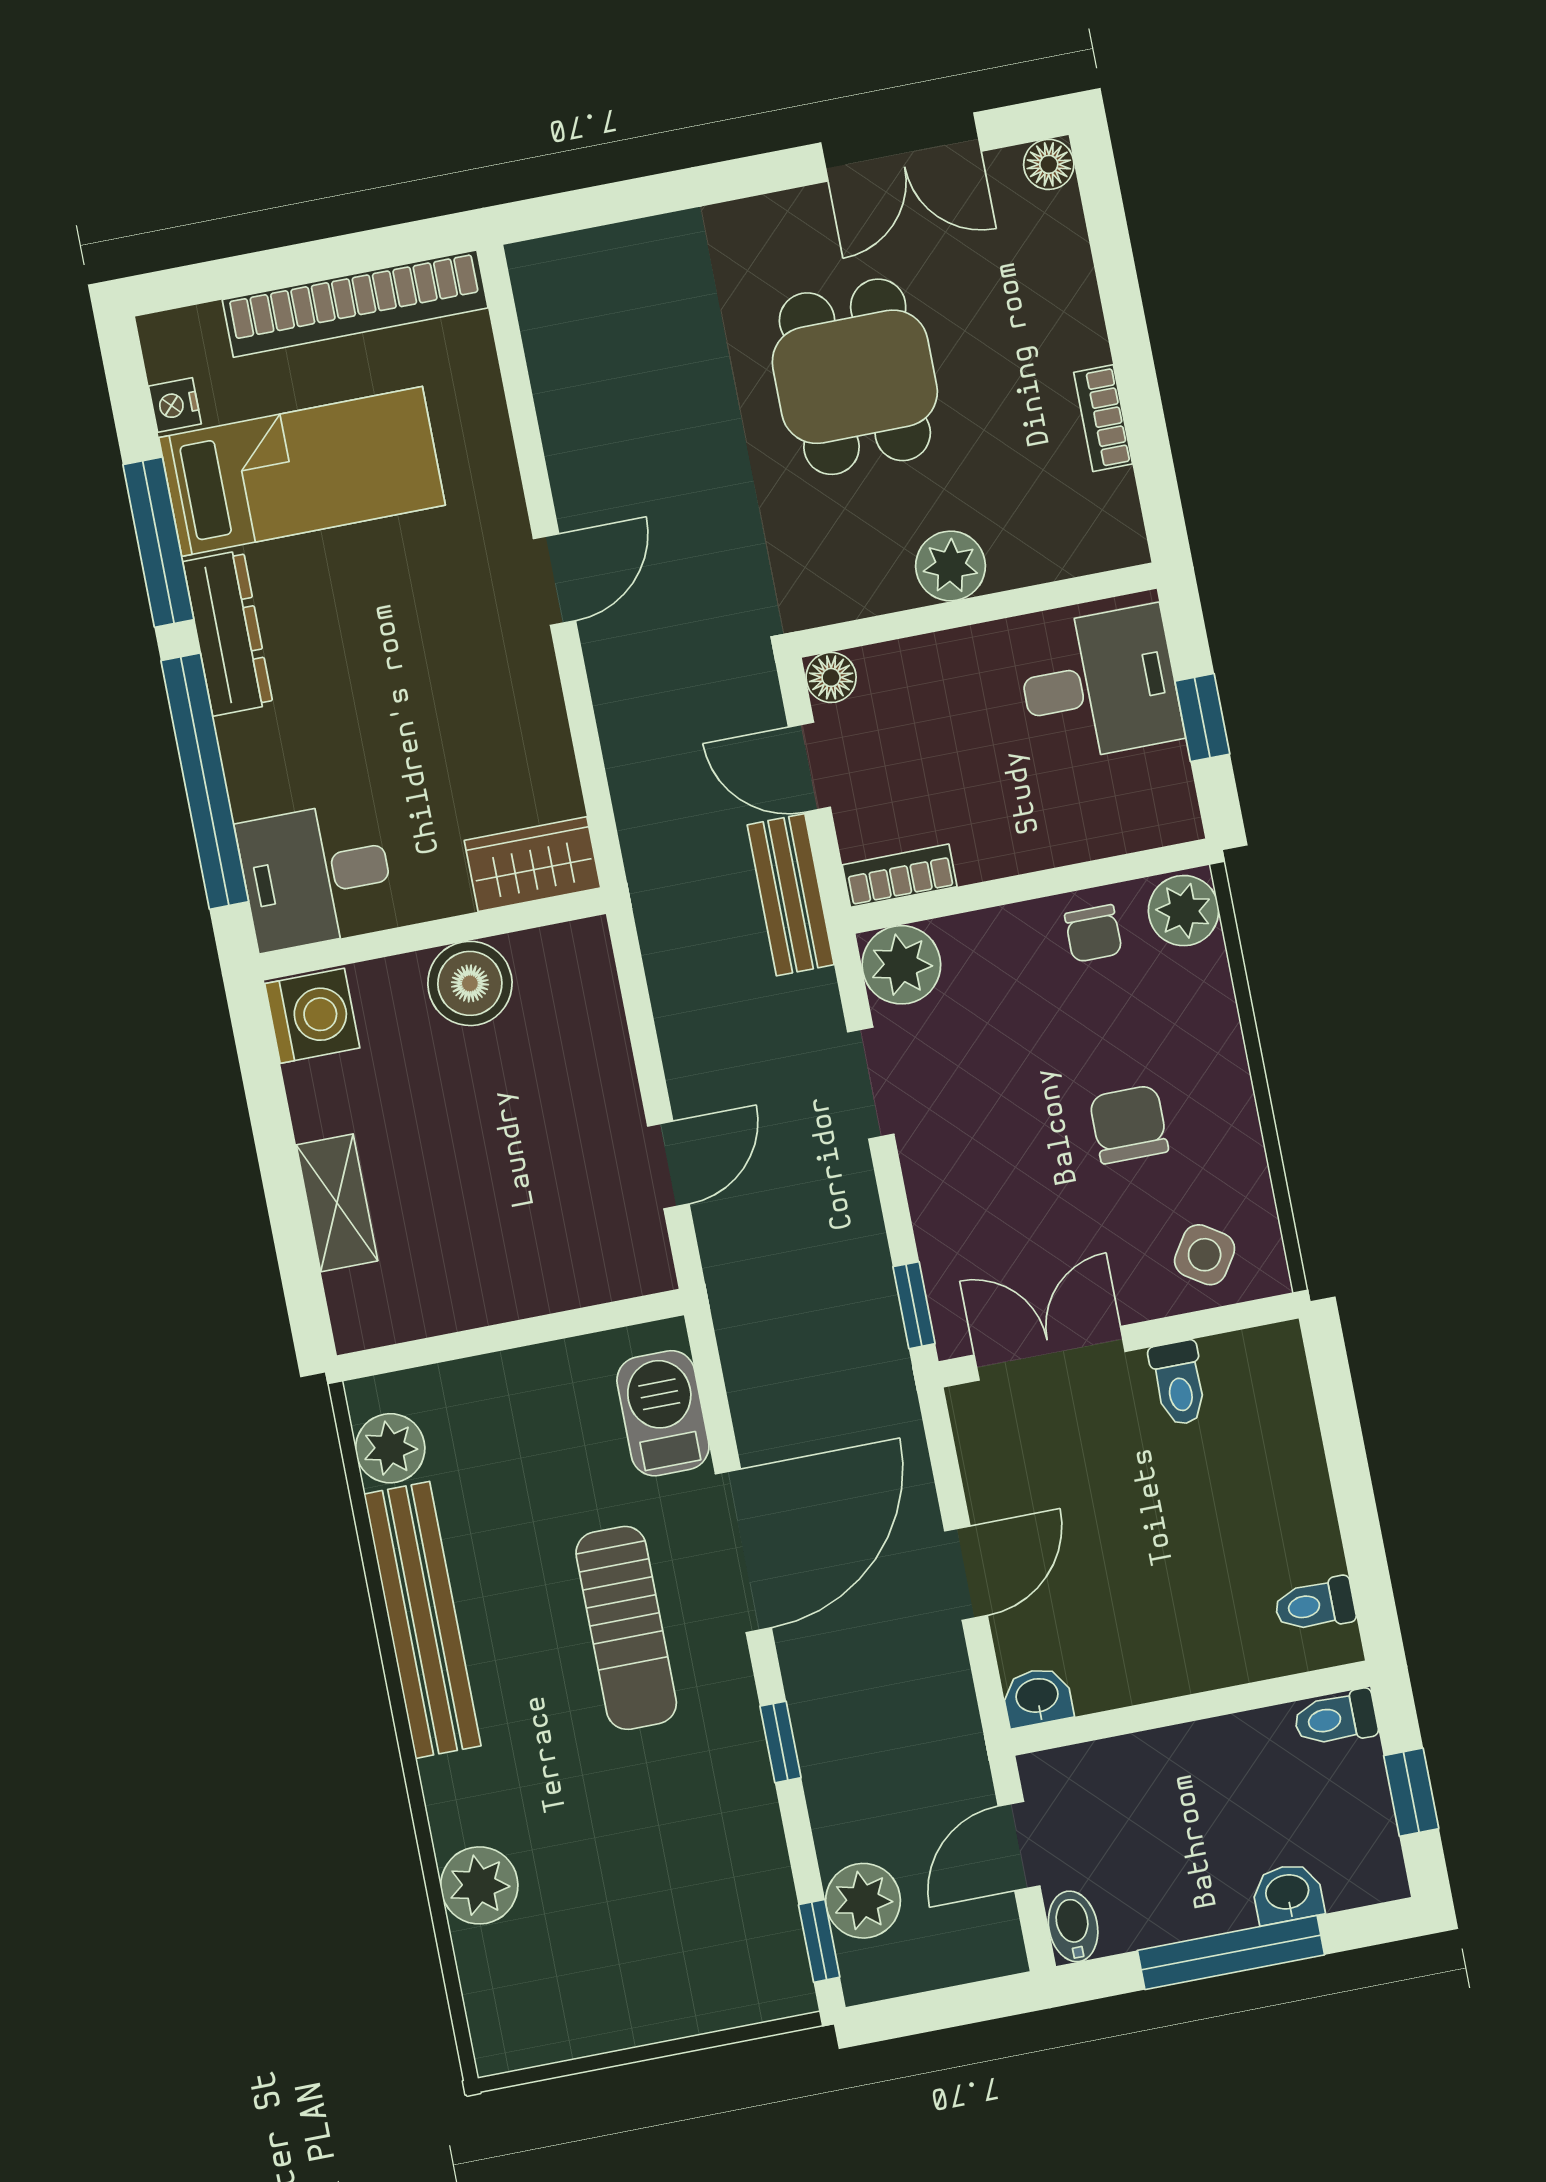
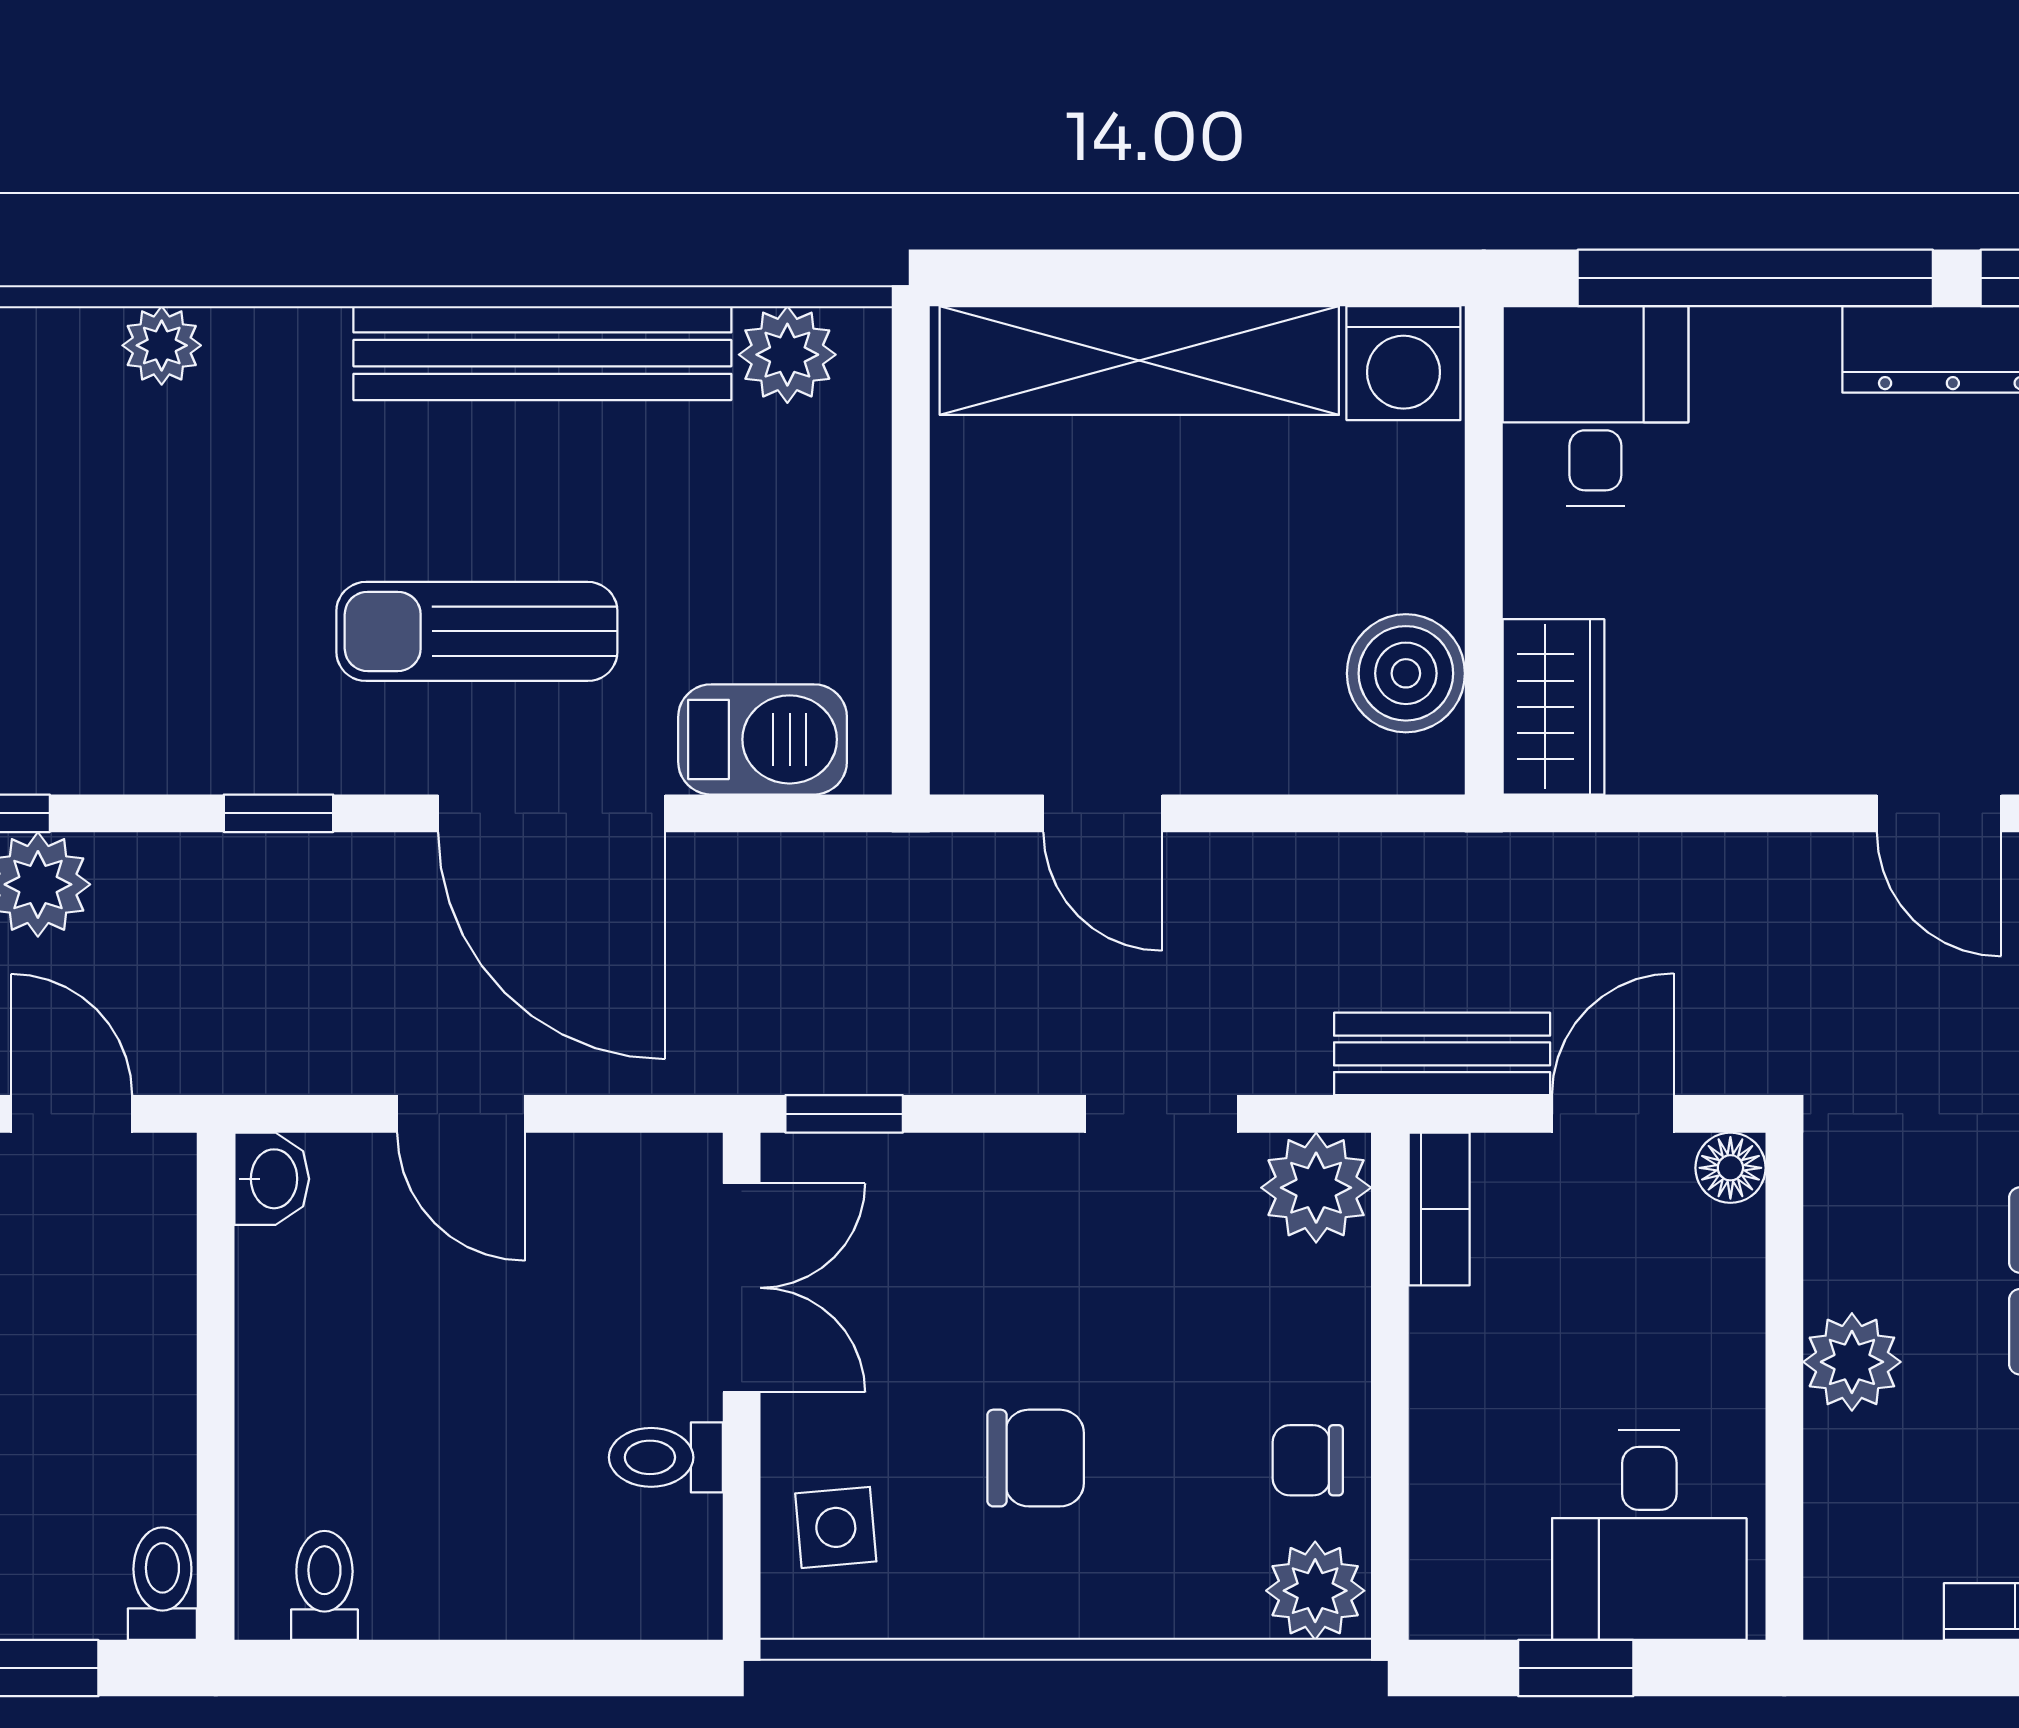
boiler: (470, 983) -> (1406, 673), moved
shelving: (337, 1203) -> (1139, 361), width x2.20, depth x1.33
side table: (1205, 1255) -> (836, 1527), turned -38
plant: (479, 1885) -> (162, 345), width x0.73, depth x0.73

